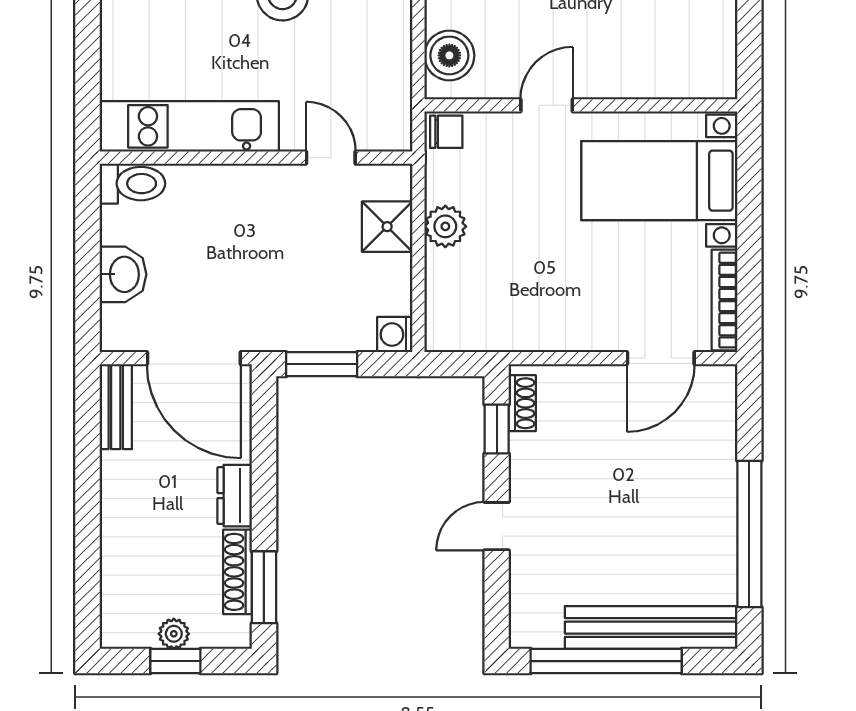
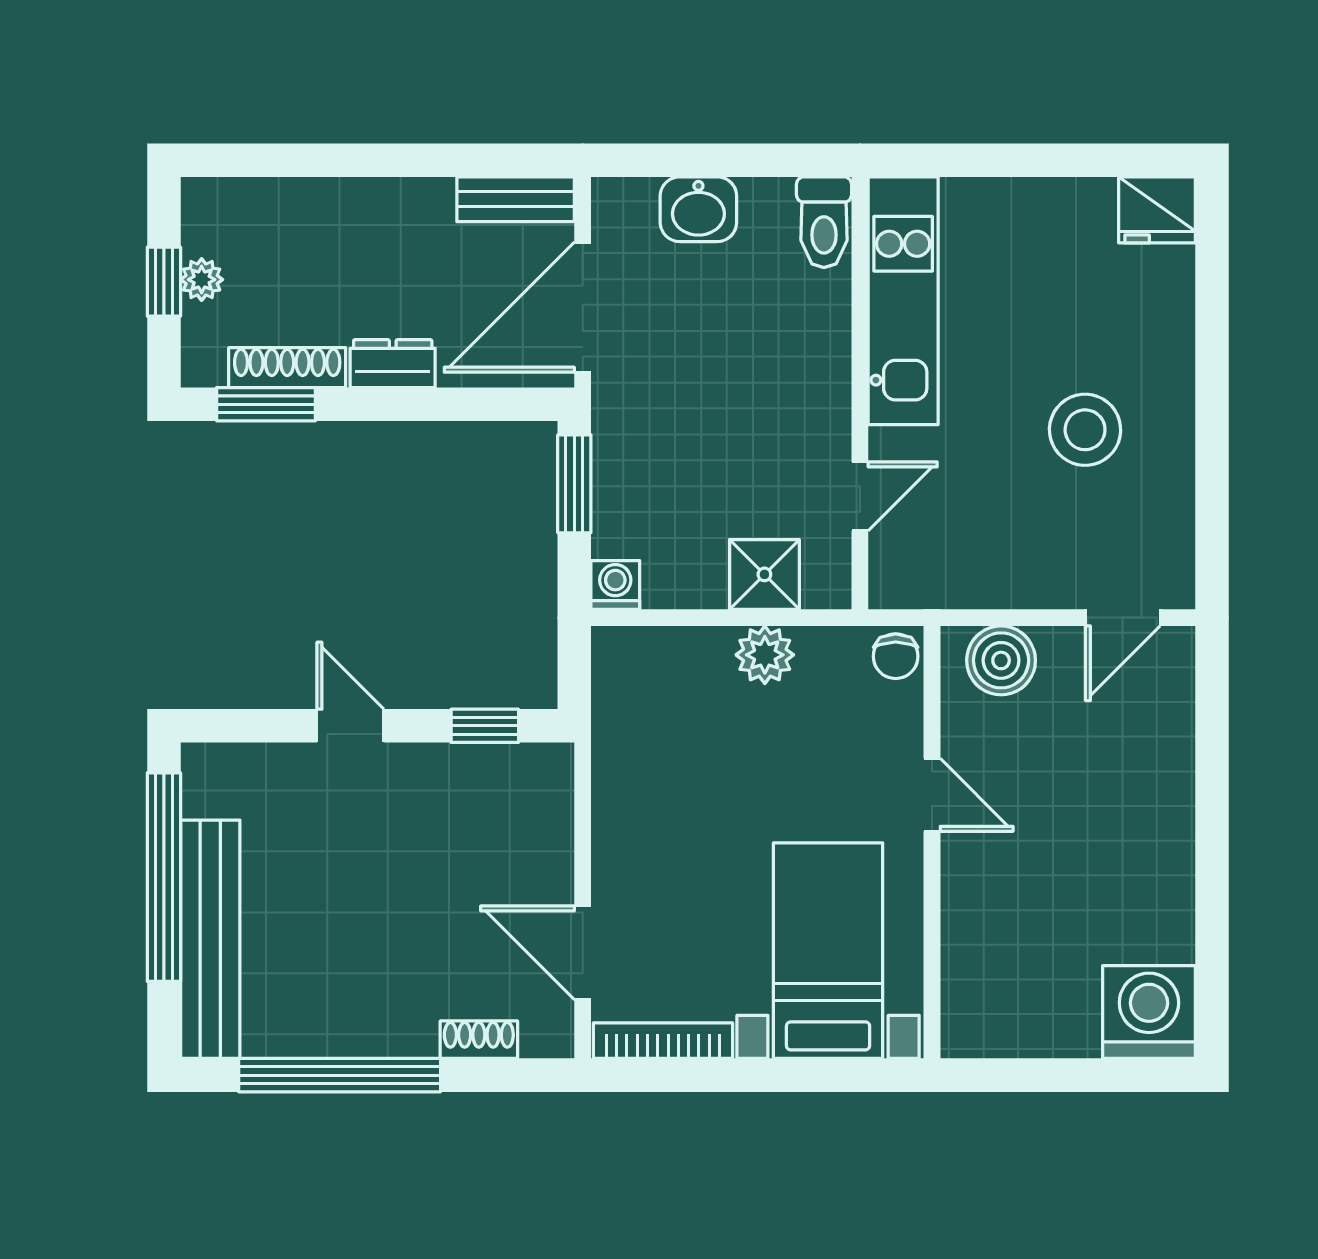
shoe rack: (522, 403) -> (479, 1040), moved, turned 180

